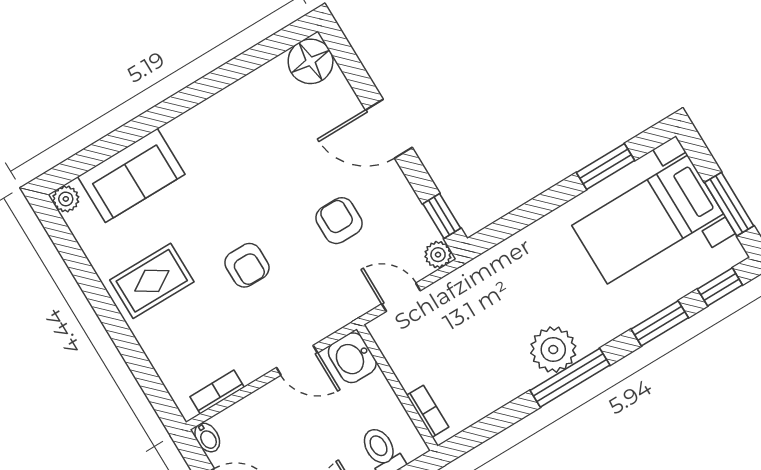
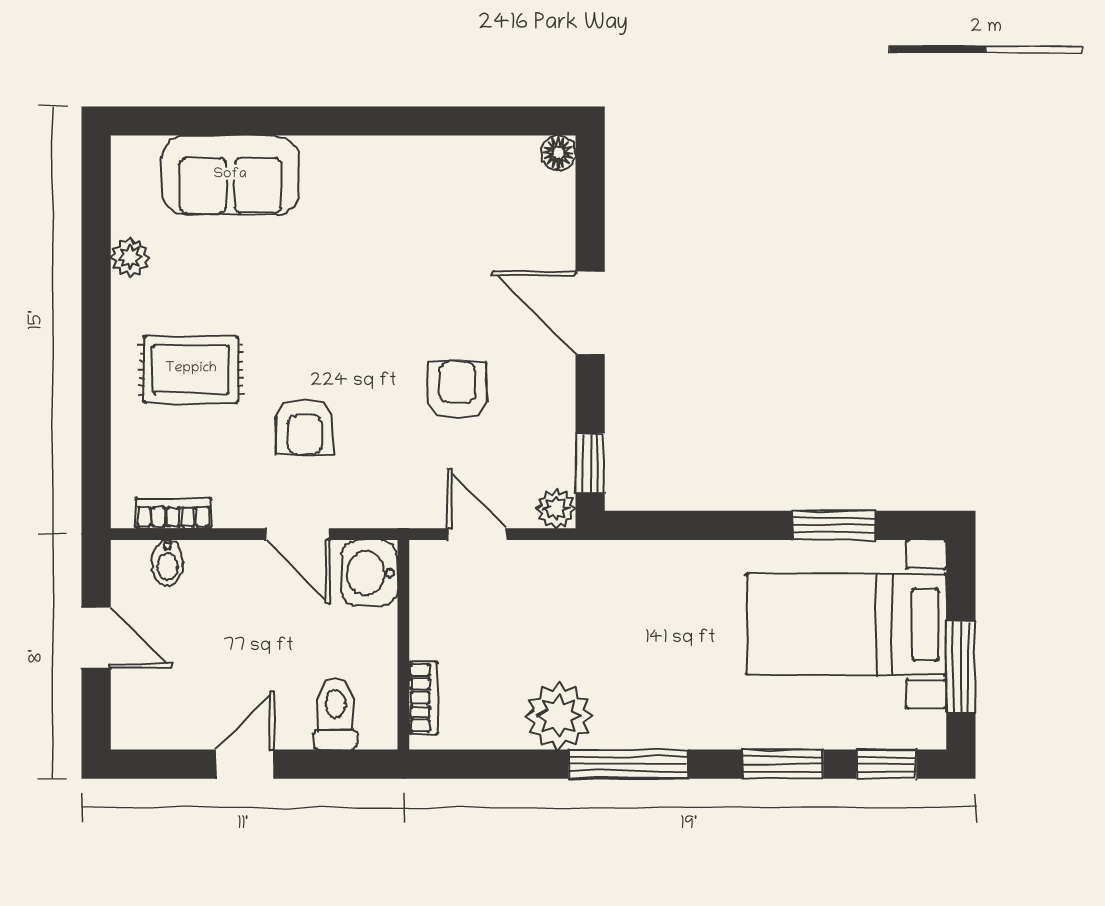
floor lamp: (311, 61) -> (558, 153), width x0.53, depth x0.53
plant: (66, 199) -> (130, 258), moved
armchair: (247, 265) -> (304, 427), moved
rug: (152, 281) -> (191, 369), moved
plant: (553, 350) -> (559, 716), moved
bidet: (207, 437) -> (167, 563), moved

